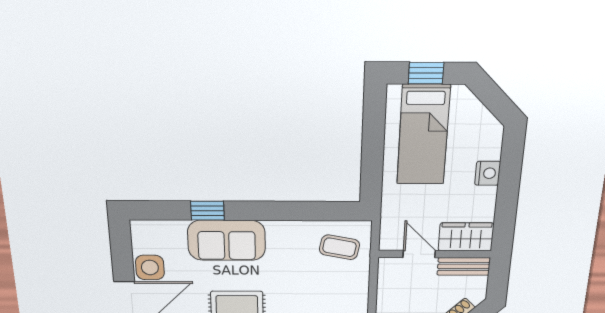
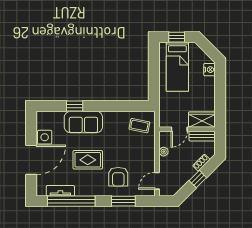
nightstand: (488, 173) -> (209, 70), moved
door: (419, 254) -> (179, 129), swing flipped
plant: (386, 293) -> (164, 152), added

